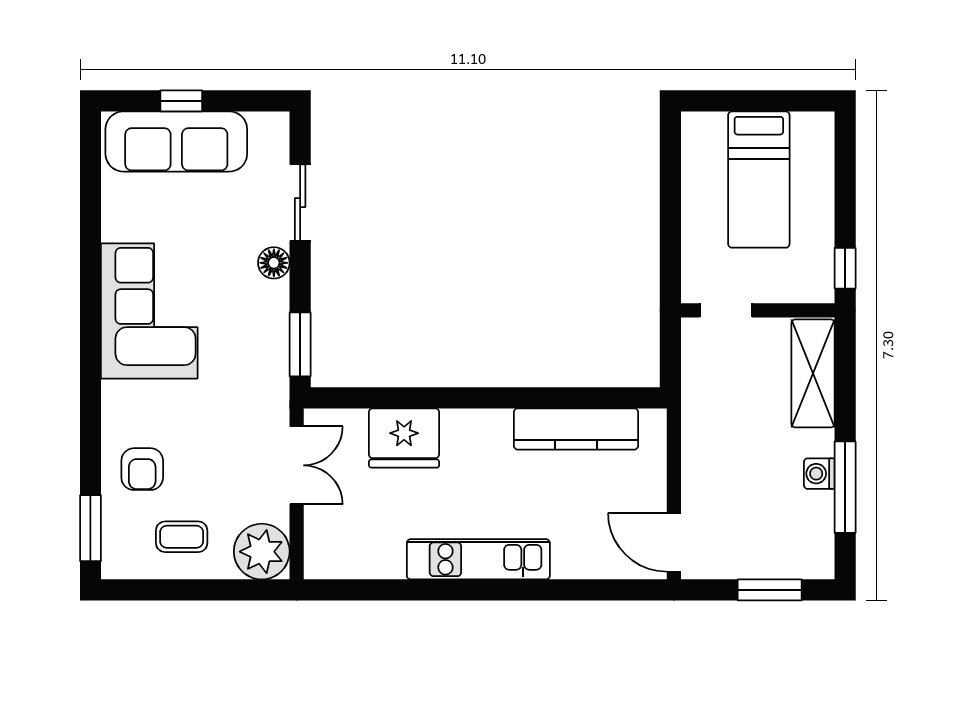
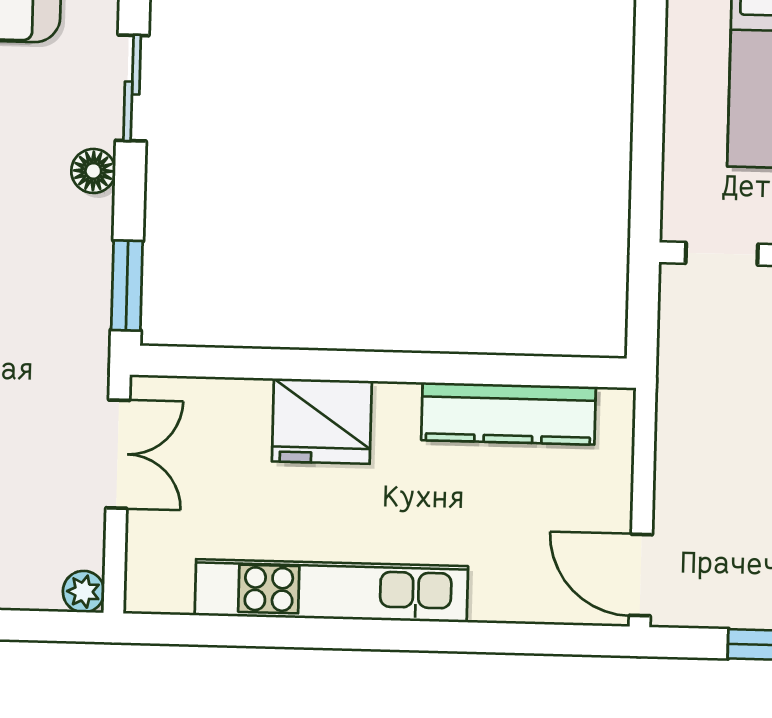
fridge: (404, 438) -> (322, 421), moved
plant: (262, 552) -> (84, 592), width x0.53, depth x0.53
kitchen unit: (478, 559) -> (331, 591), width x1.36

